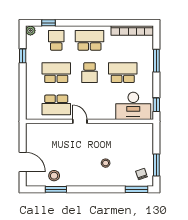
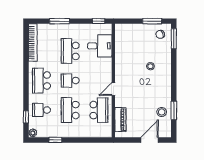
school desk: (89, 73) -> (70, 81), turned 180
desk: (133, 106) -> (100, 46), width x0.73
piano: (45, 129) -> (120, 120), added

